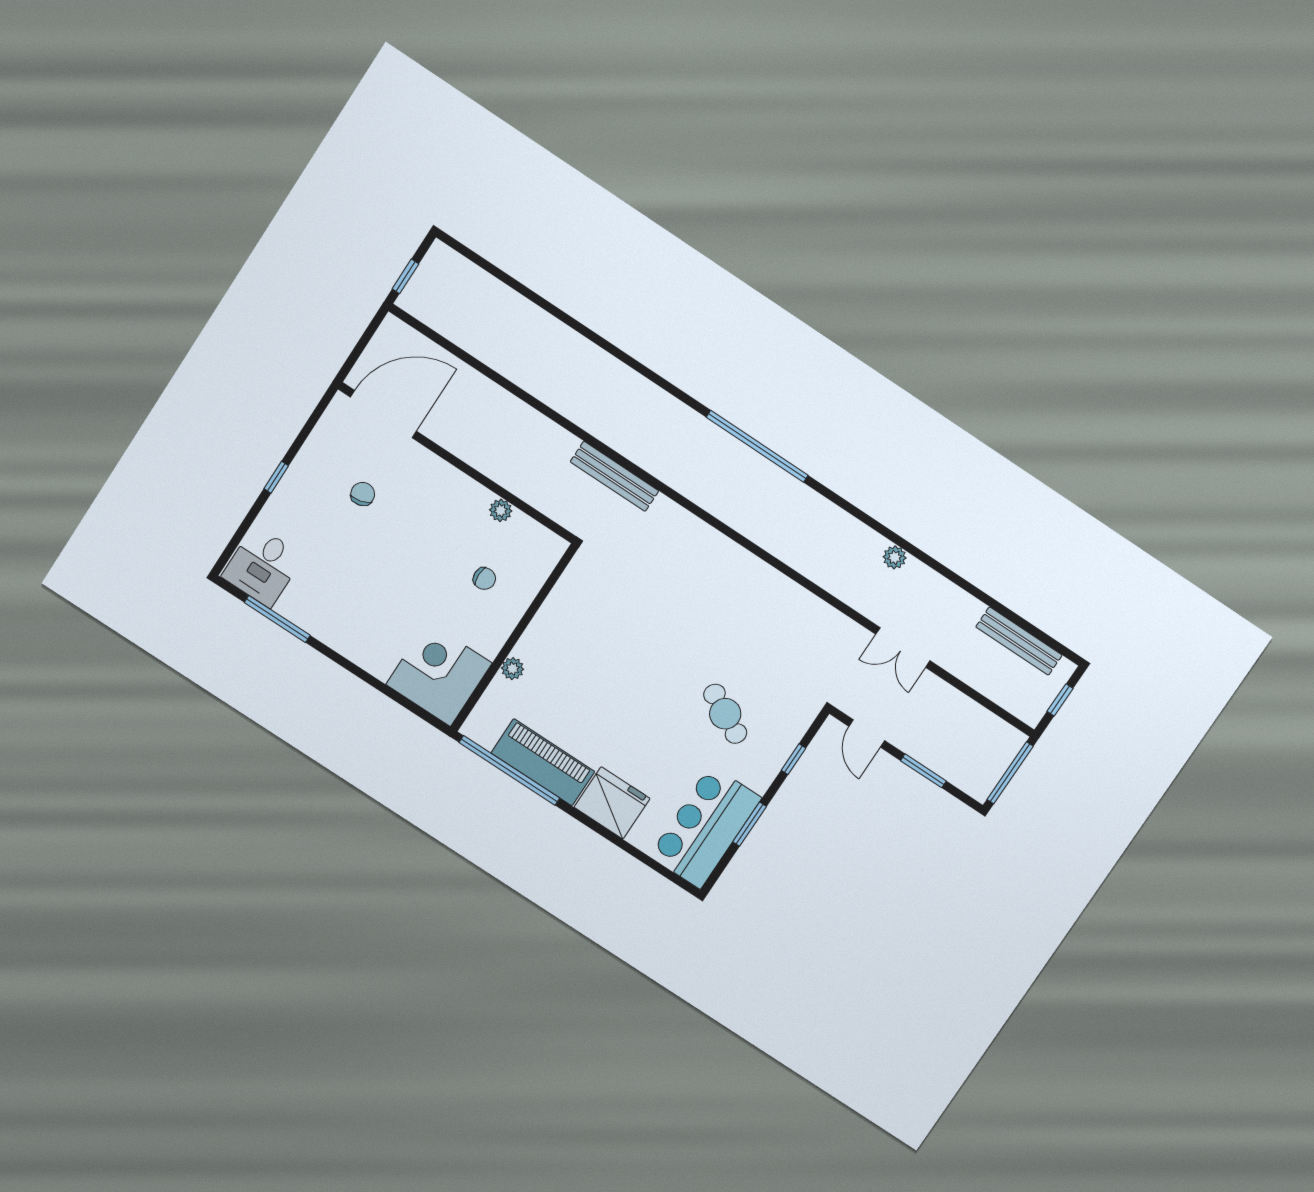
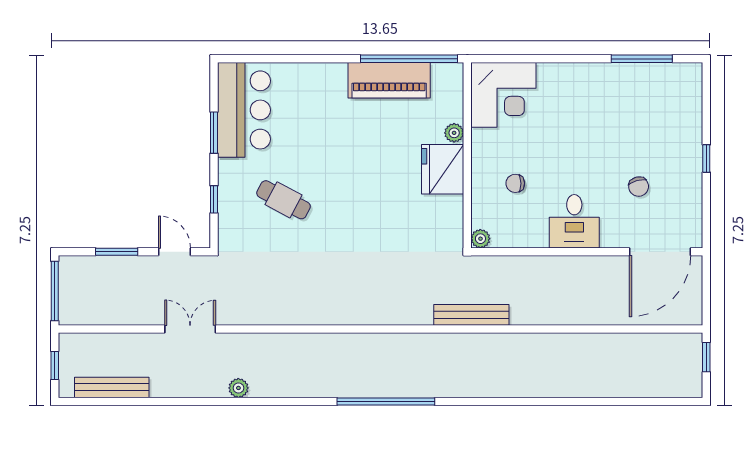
plant: (501, 510) -> (480, 239), moved
desk: (263, 566) -> (574, 221), moved, turned 180
fridge: (612, 803) -> (443, 169), moved, turned 90

